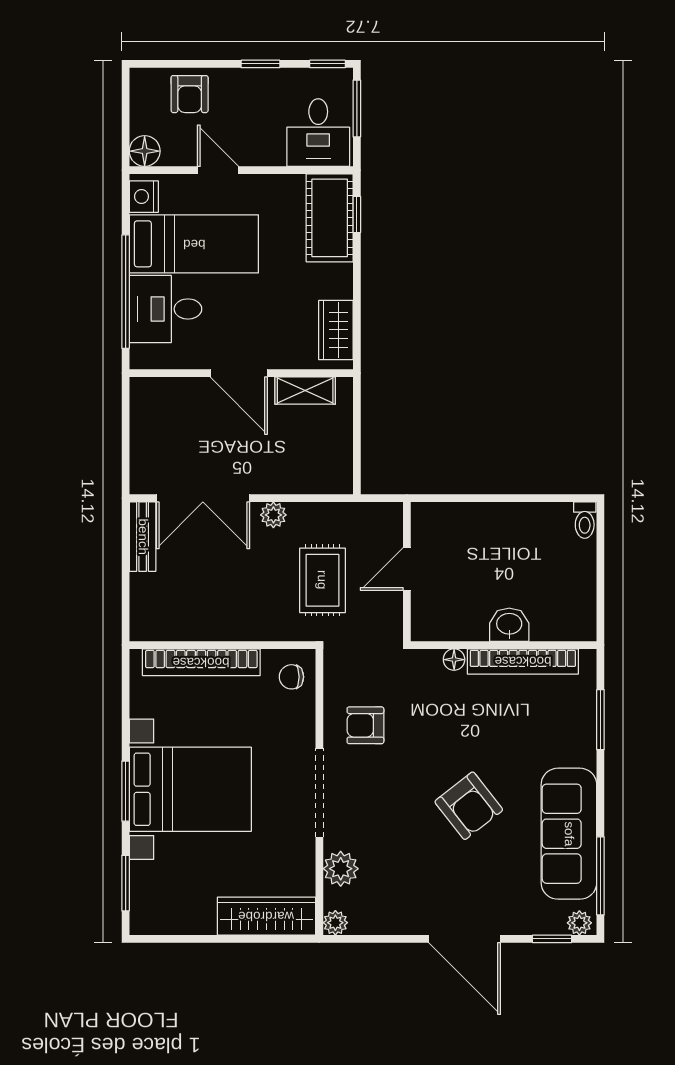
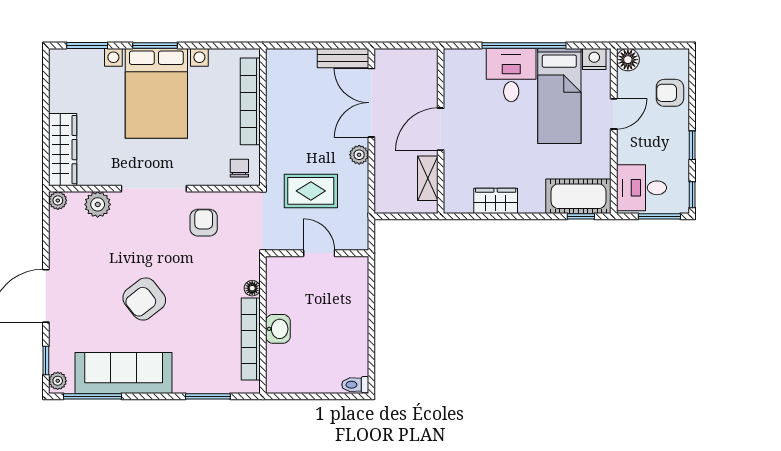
door: (239, 373) -> (441, 129), moved
wall: (241, 373) -> (441, 131), moved
shelving: (305, 391) -> (428, 178), moved

